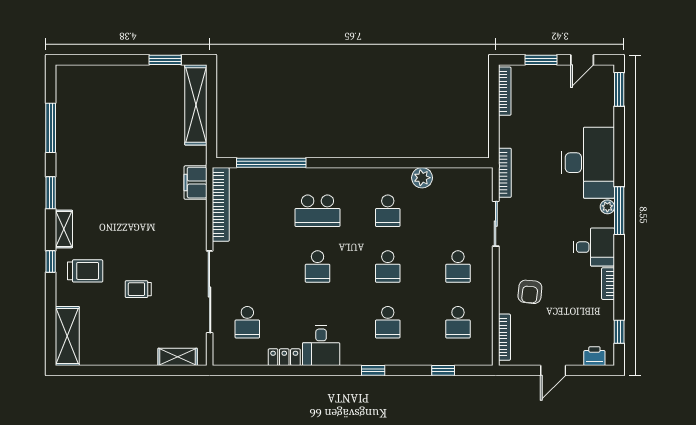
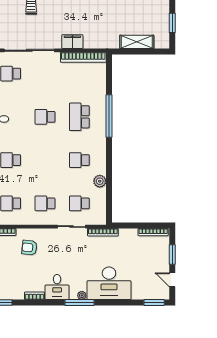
shelving: (196, 105) -> (137, 42), width x0.68
window: (271, 163) -> (109, 116), moved
filing cabinet: (195, 183) -> (72, 42), moved
school desk: (388, 267) -> (79, 203), moved

